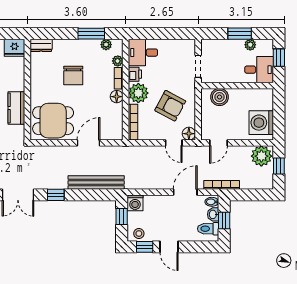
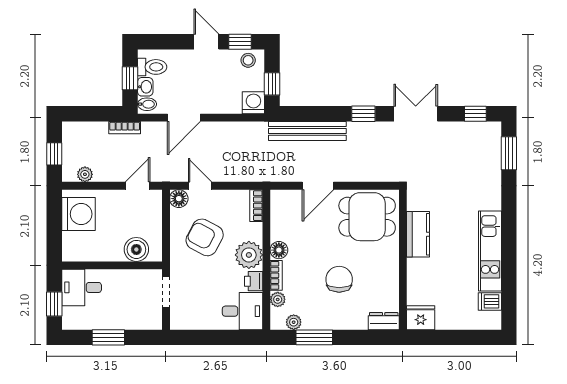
plant: (250, 45) -> (94, 322), removed
bookcase: (133, 122) -> (256, 206), width x0.64
plant: (261, 156) -> (85, 174), width x0.53, depth x0.53
bookcase: (222, 185) -> (125, 128), width x0.64

